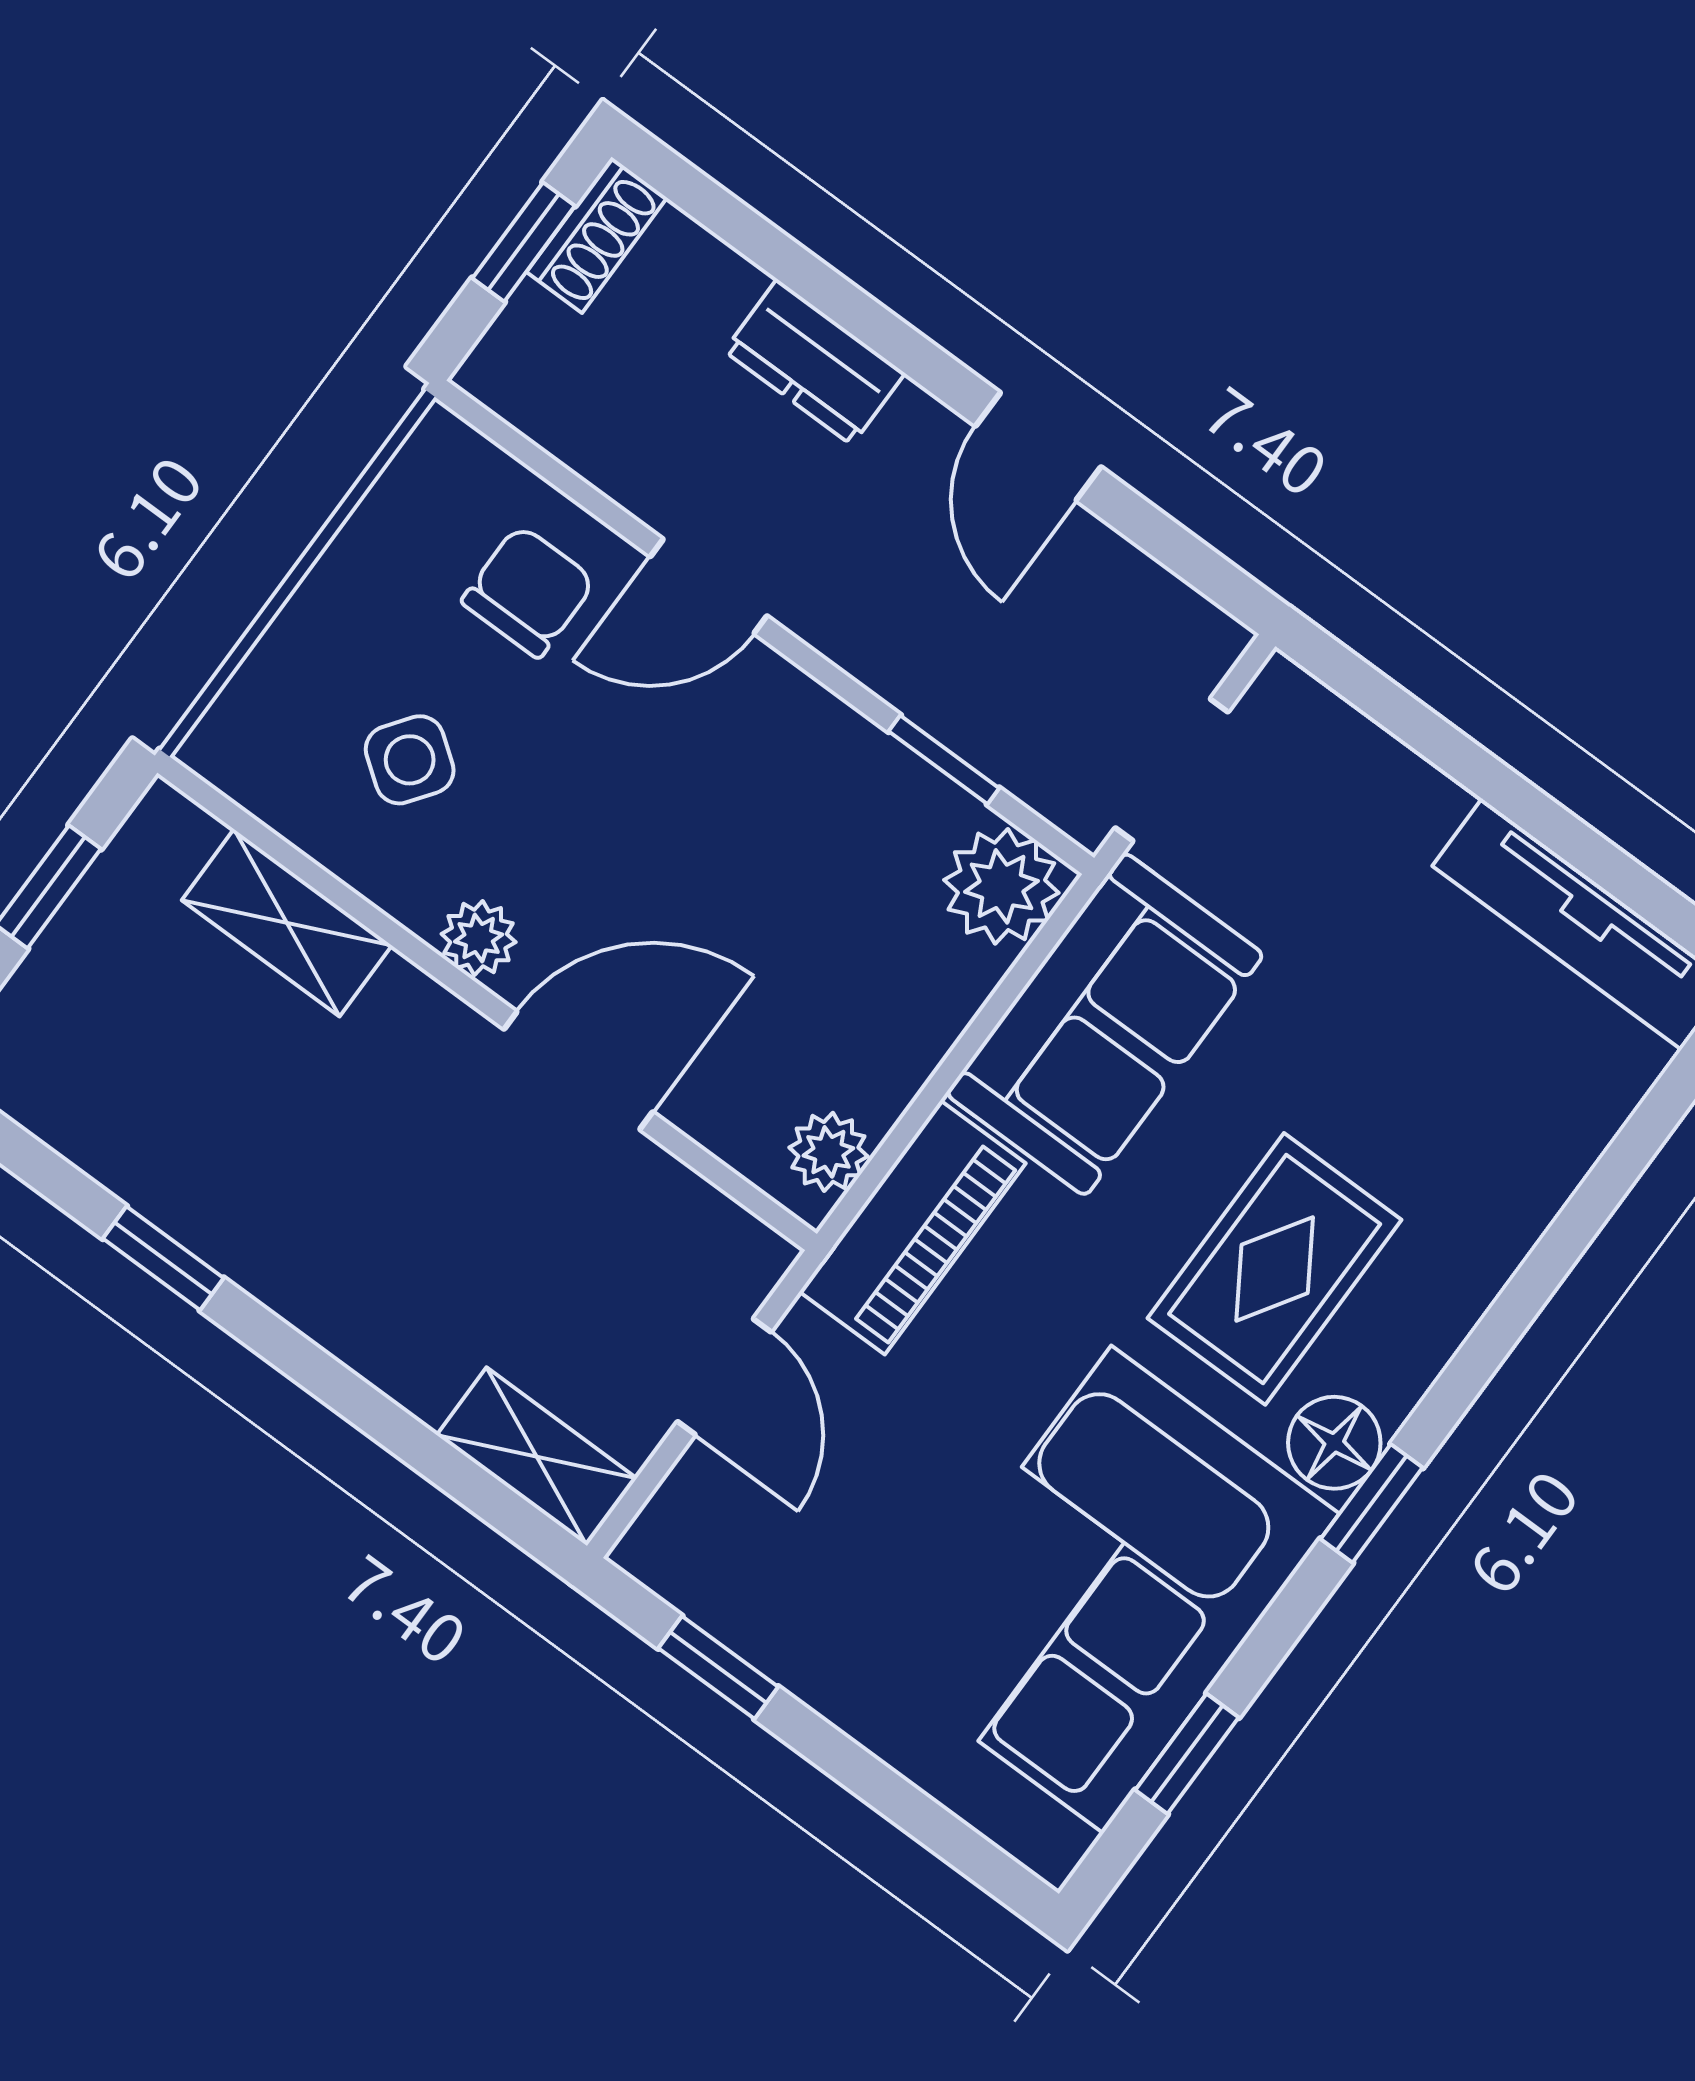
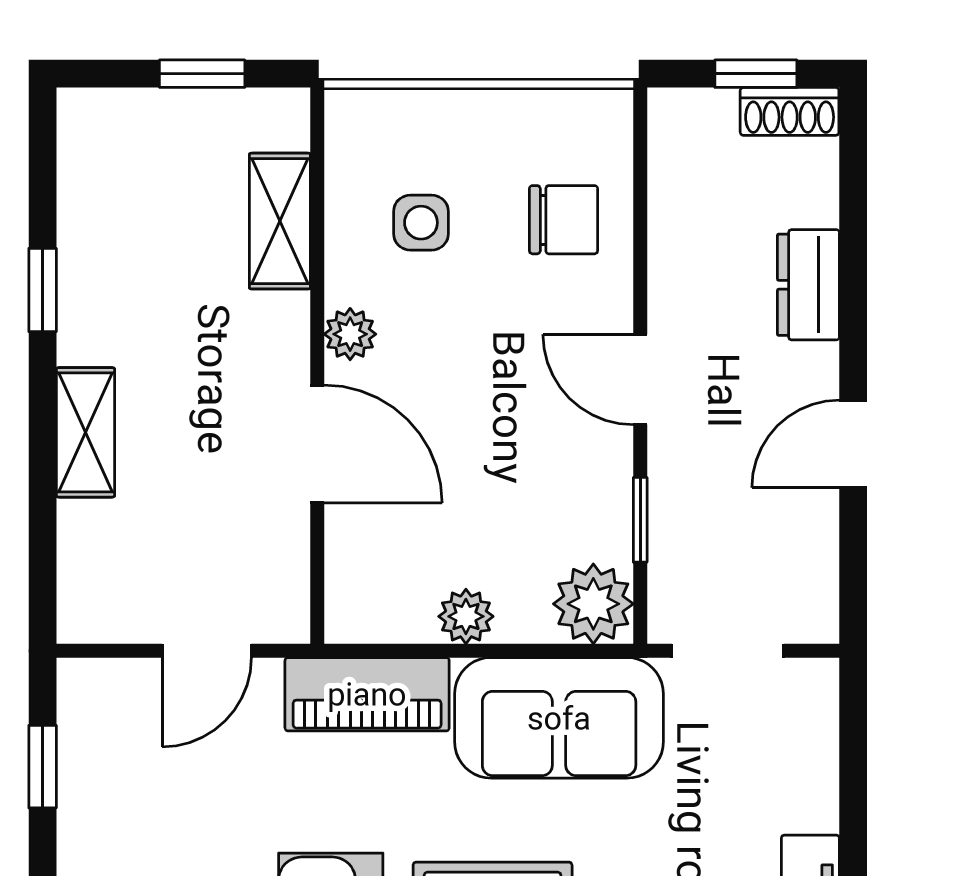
door: (709, 586) -> (640, 380), moved
side table: (410, 760) -> (421, 223), turned -36
plant: (828, 1152) -> (466, 616), moved
shelving: (537, 1457) -> (85, 432), moved

